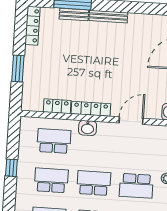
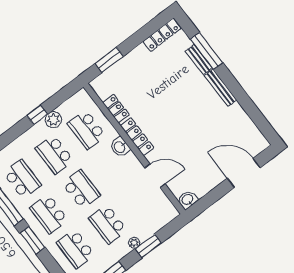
window: (18, 69) -> (109, 60), moved
school desk: (54, 141) -> (87, 130), turned 180
plant: (25, 159) -> (53, 120), added
school desk: (51, 180) -> (55, 154), turned 180

